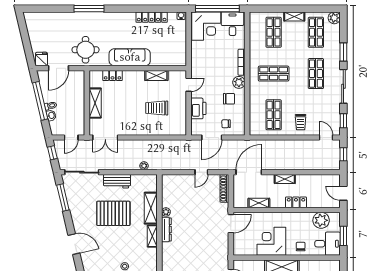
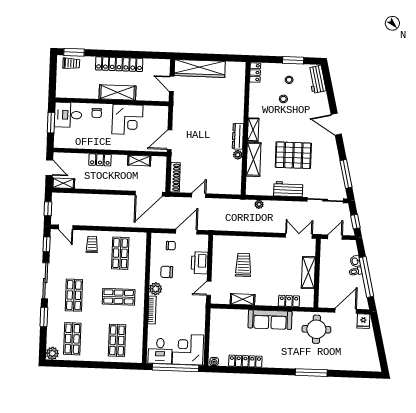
shelving: (294, 17) -> (95, 356), removed
trolley: (157, 108) -> (243, 265), turned -90
shelving: (285, 179) -> (63, 183), moved
plant: (321, 220) -> (74, 140), removed

